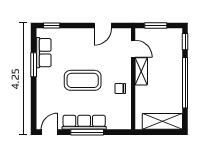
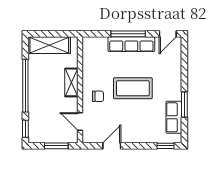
shelving: (141, 71) -> (71, 82), moved
chair: (120, 89) -> (98, 96), moved

